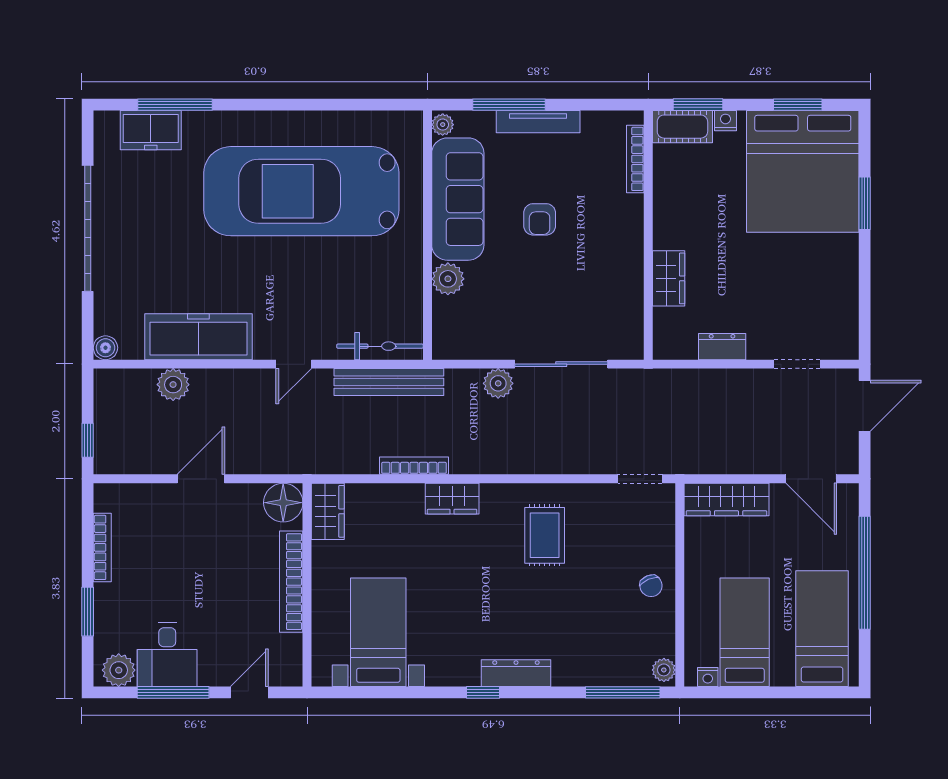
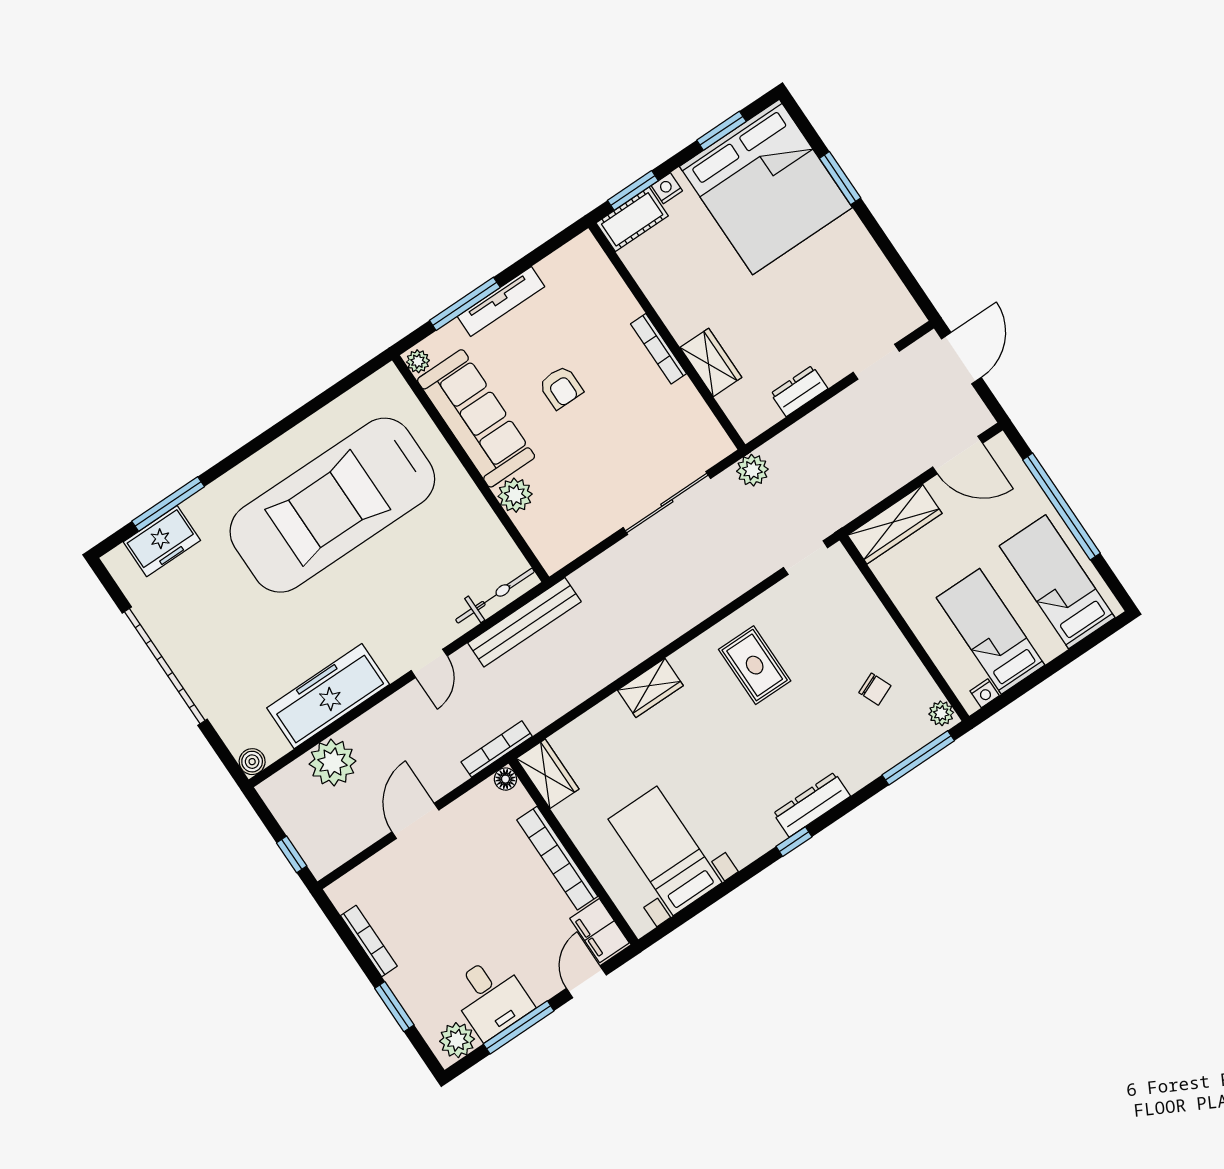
bookcase: (635, 159) -> (658, 349), moved
plant: (498, 383) -> (752, 470), moved
plant: (173, 385) -> (333, 763), width x1.36, depth x1.36
bookcase: (414, 466) -> (497, 749), moved
floor lamp: (283, 503) -> (505, 779), width x0.53, depth x0.53
chair: (651, 586) -> (875, 689), moved
filing cabinet: (286, 660) -> (600, 931), added

